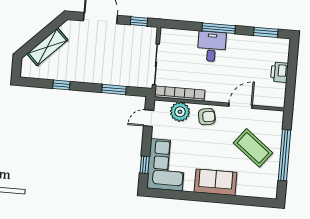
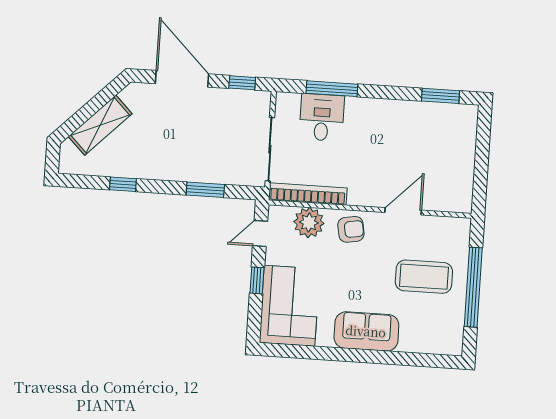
window: (219, 28) -> (332, 89), moved
desk: (212, 47) -> (322, 117), moved
printer: (279, 72) -> (463, 158), removed
coffee table: (253, 148) -> (424, 277), turned -38
window: (145, 165) -> (257, 280), moved

